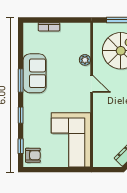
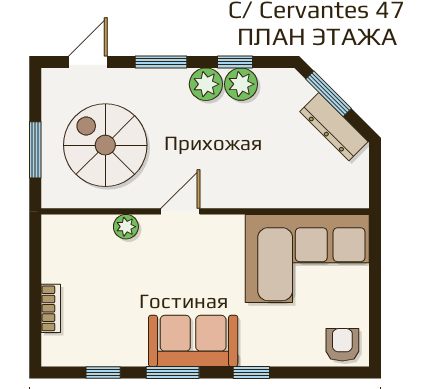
sofa: (35, 73) -> (193, 341), moved
window: (21, 146) -> (103, 373), moved

